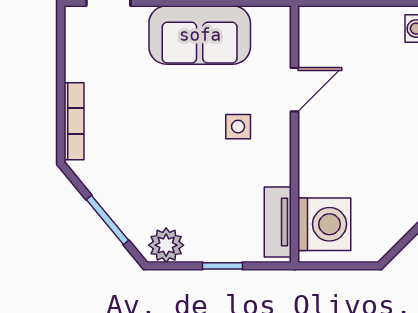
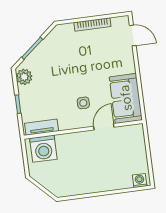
sofa: (200, 35) -> (126, 98), moved
door: (295, 90) -> (104, 127), swing flipped
bookcase: (74, 121) -> (92, 25), moved

